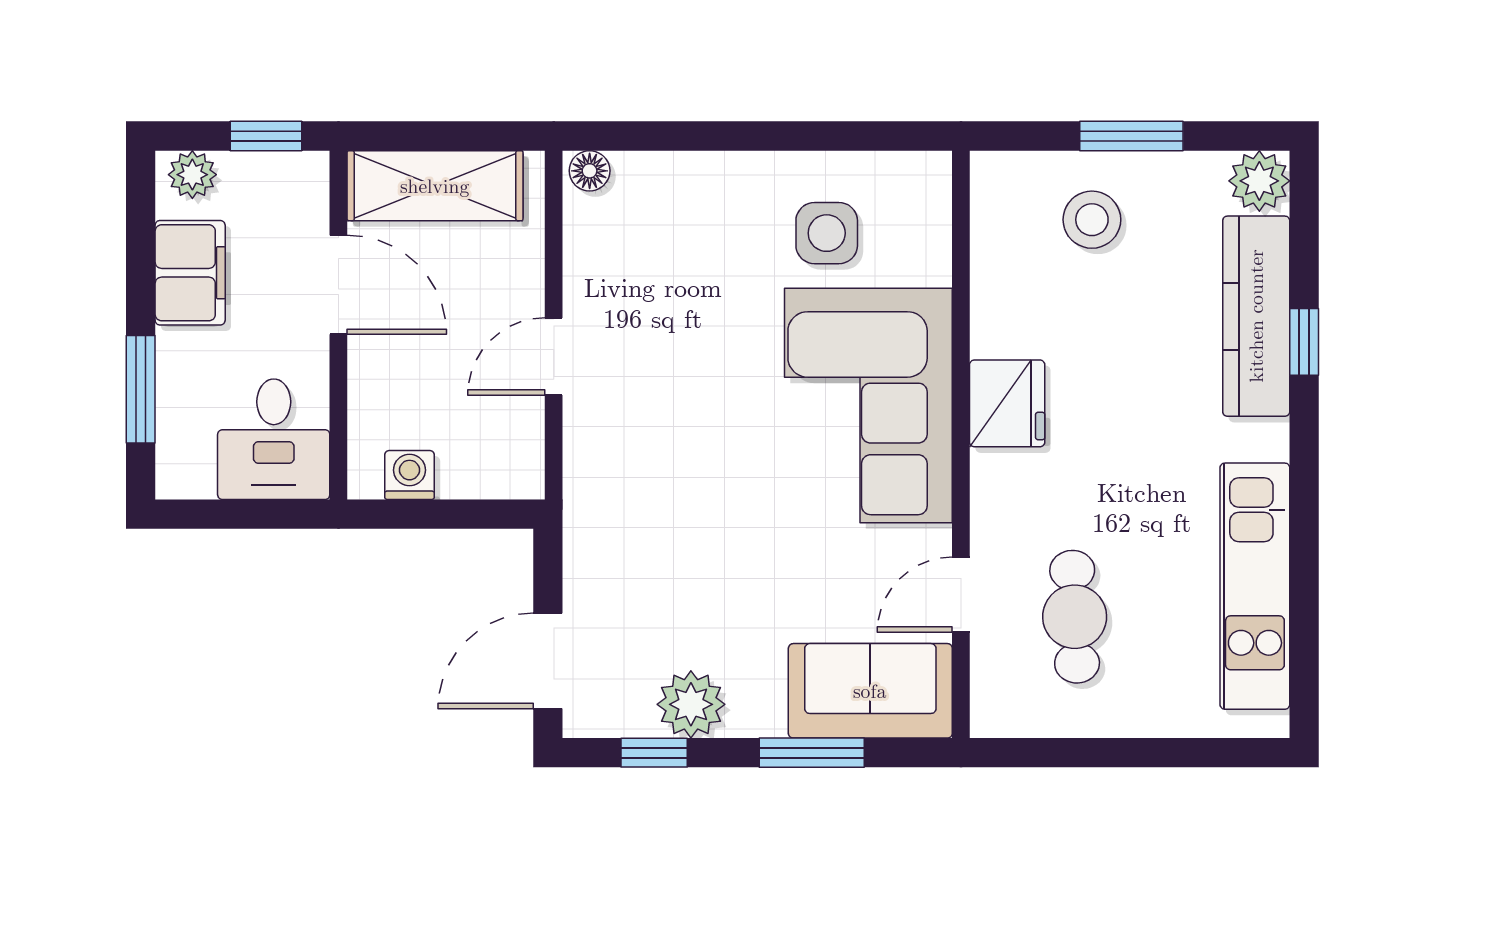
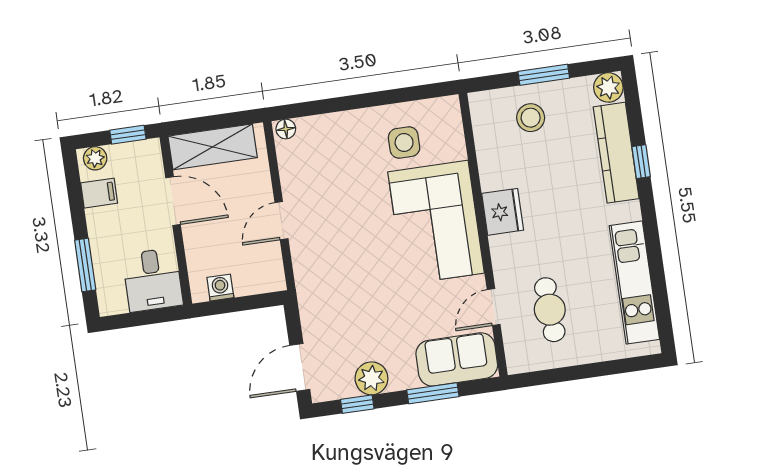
filing cabinet: (190, 273) -> (99, 193), width x0.50

